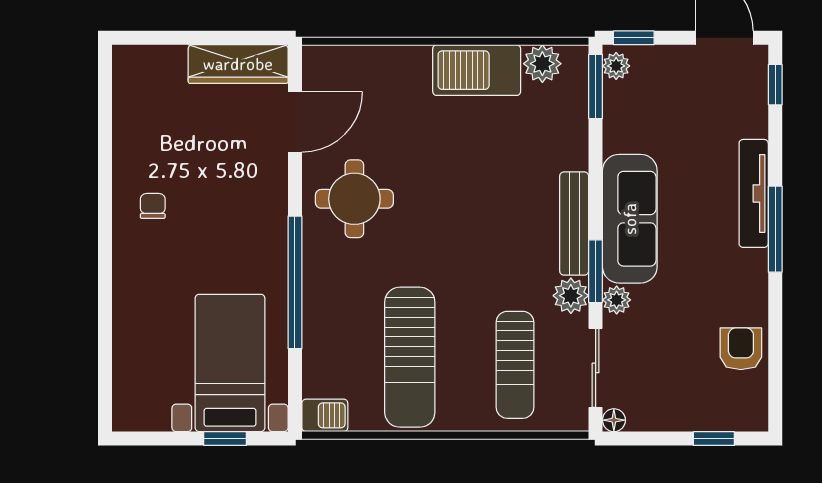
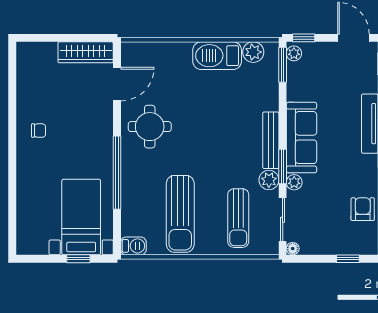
chair: (153, 206) -> (39, 131), turned 90

